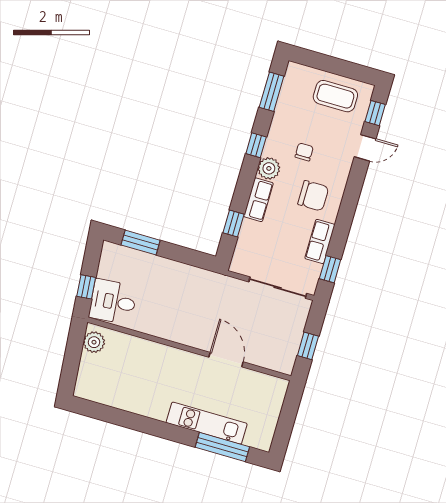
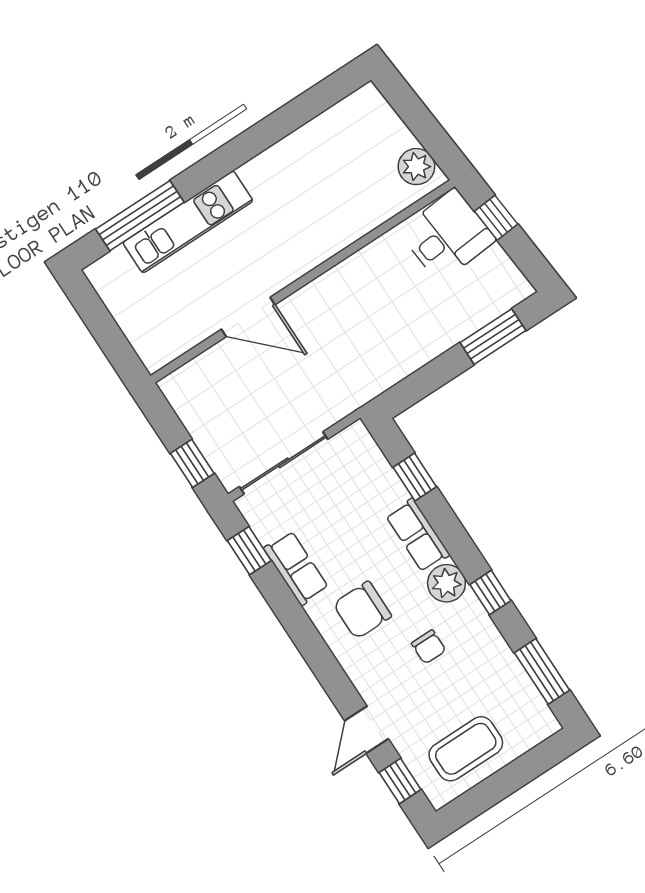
window: (308, 346) -> (192, 463), moved

